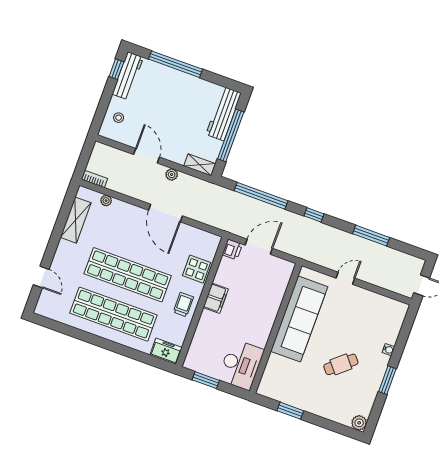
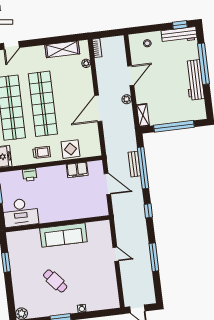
workbench: (224, 114) -> (195, 80), moved, turned -90
bench: (252, 204) -> (134, 164), added
printer: (232, 249) -> (30, 175), moved
filing cabinet: (216, 298) -> (77, 170), moved
sofa: (299, 319) -> (63, 235), width x0.74, depth x0.79

